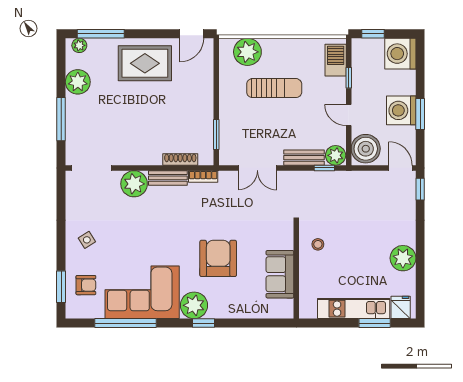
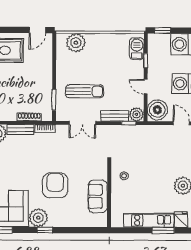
sun lounger: (274, 88) -> (85, 91), moved

